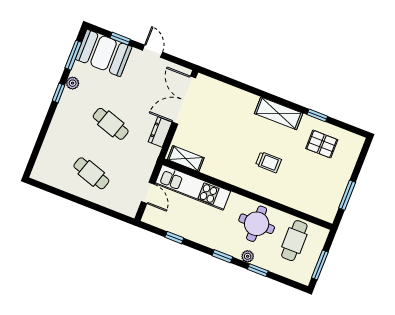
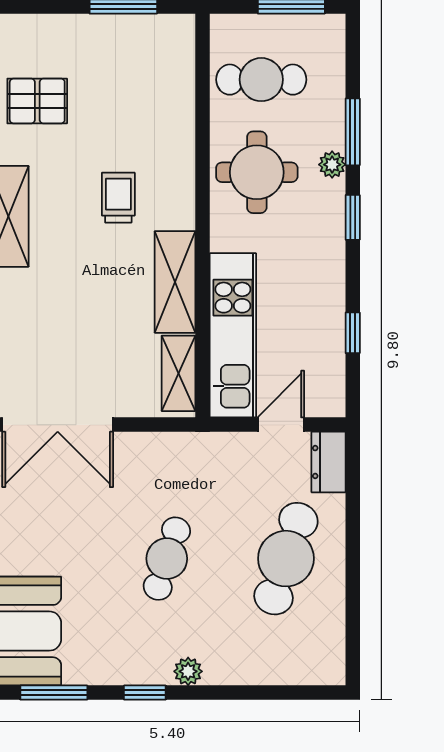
plant: (73, 83) -> (188, 671), moved
dresser: (160, 132) -> (328, 462), moved, turned 90
pallet: (322, 144) -> (37, 101), turned 90
shelving: (224, 172) -> (175, 282), added
cafe table: (91, 173) -> (286, 559), width x1.37, depth x1.35
window: (258, 270) -> (353, 132), width x1.50

